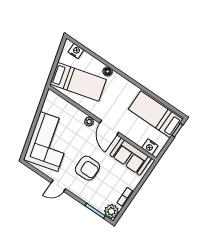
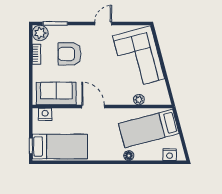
plant: (89, 122) -> (139, 100), moved
armchair: (87, 168) -> (70, 54), moved

